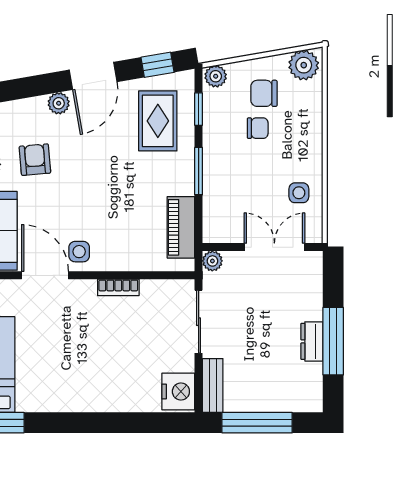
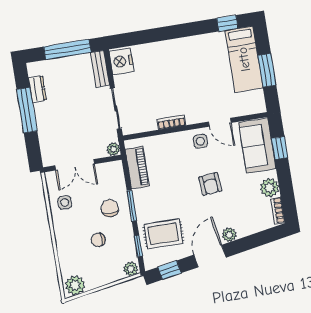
chair: (264, 93) -> (110, 208), moved, turned -90
rug: (158, 121) -> (163, 234), turned 90
armchair: (35, 160) -> (210, 184), moved
door: (45, 275) -> (220, 122), width x0.73
dresser: (312, 341) -> (37, 89), moved

